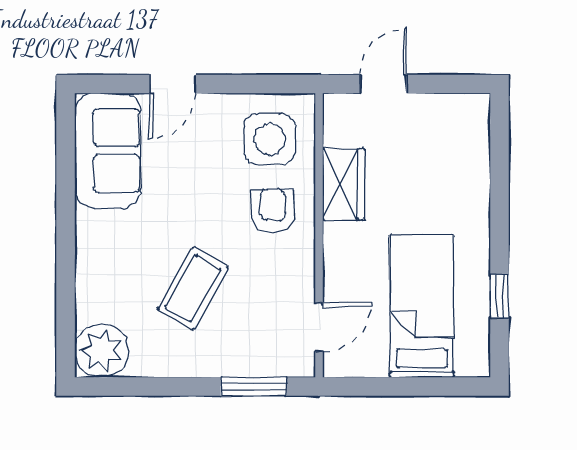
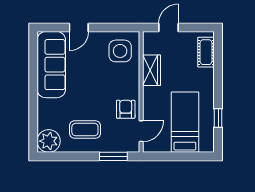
cot: (471, 142) -> (206, 52), added
sofa: (108, 150) -> (51, 65), width x1.36
armchair: (273, 211) -> (126, 109), moved
coffee table: (193, 288) -> (85, 130), moved, turned 60

